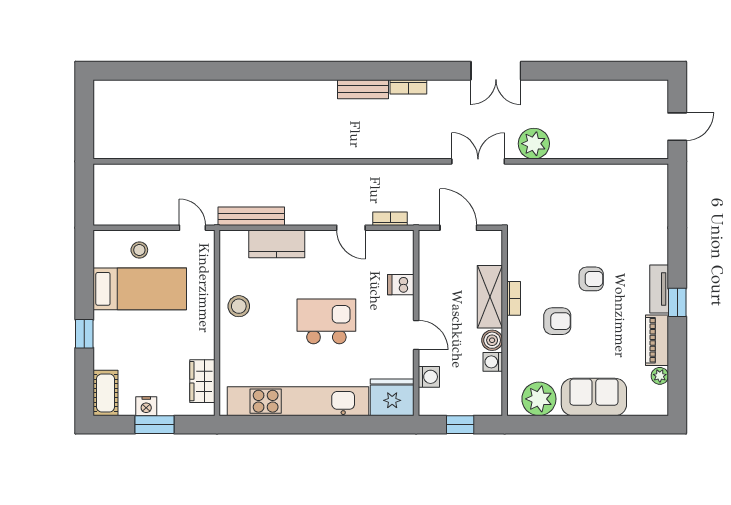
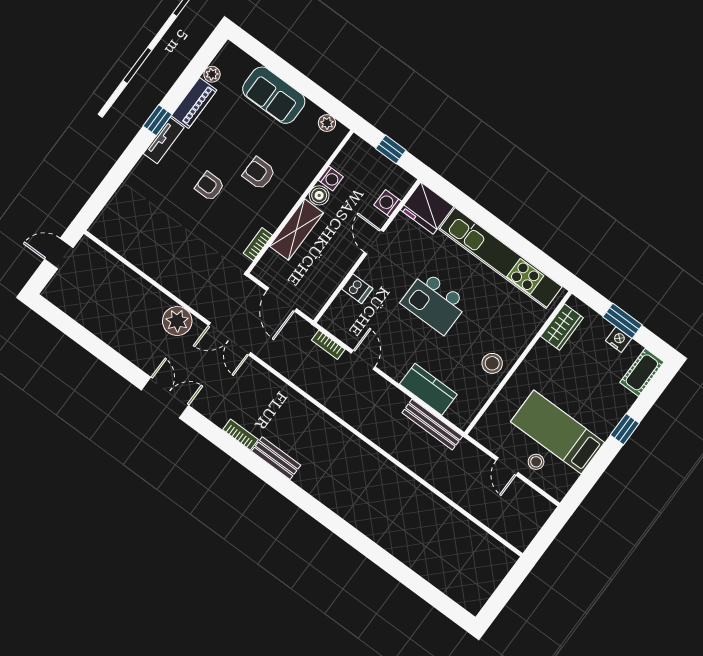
door: (192, 228) -> (507, 466), moved
bookcase: (514, 298) -> (258, 244), moved
plant: (539, 399) -> (327, 123), width x0.53, depth x0.53

